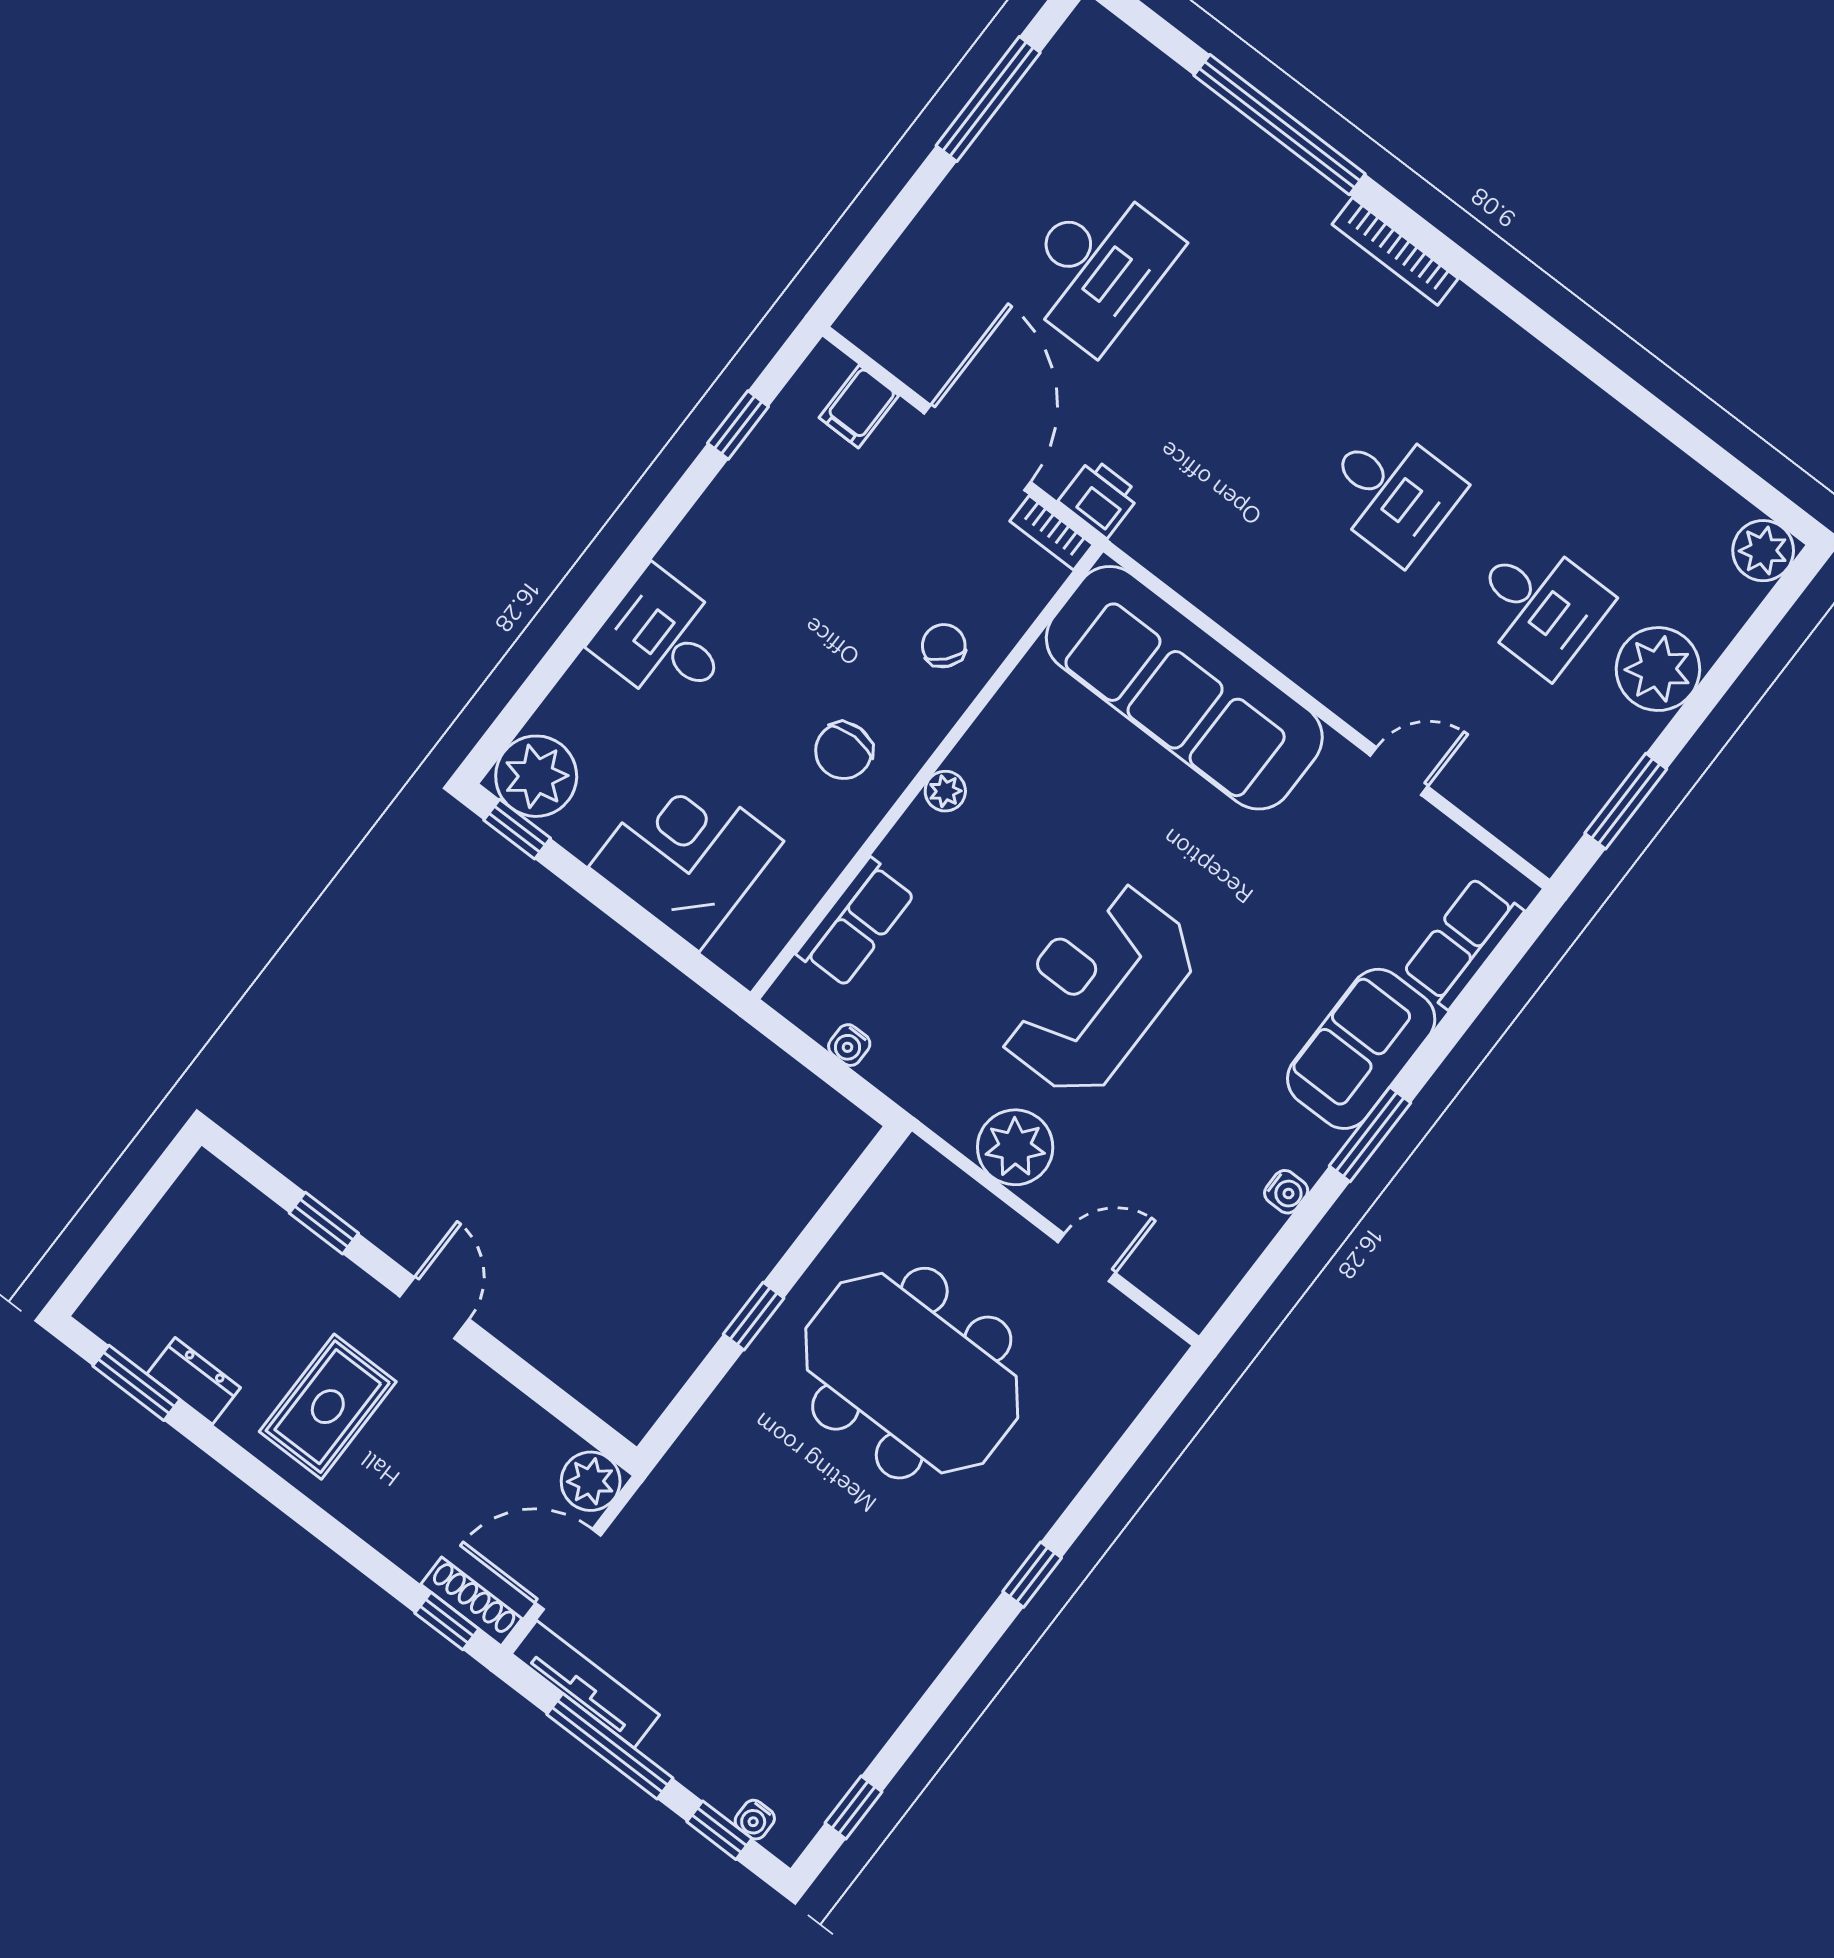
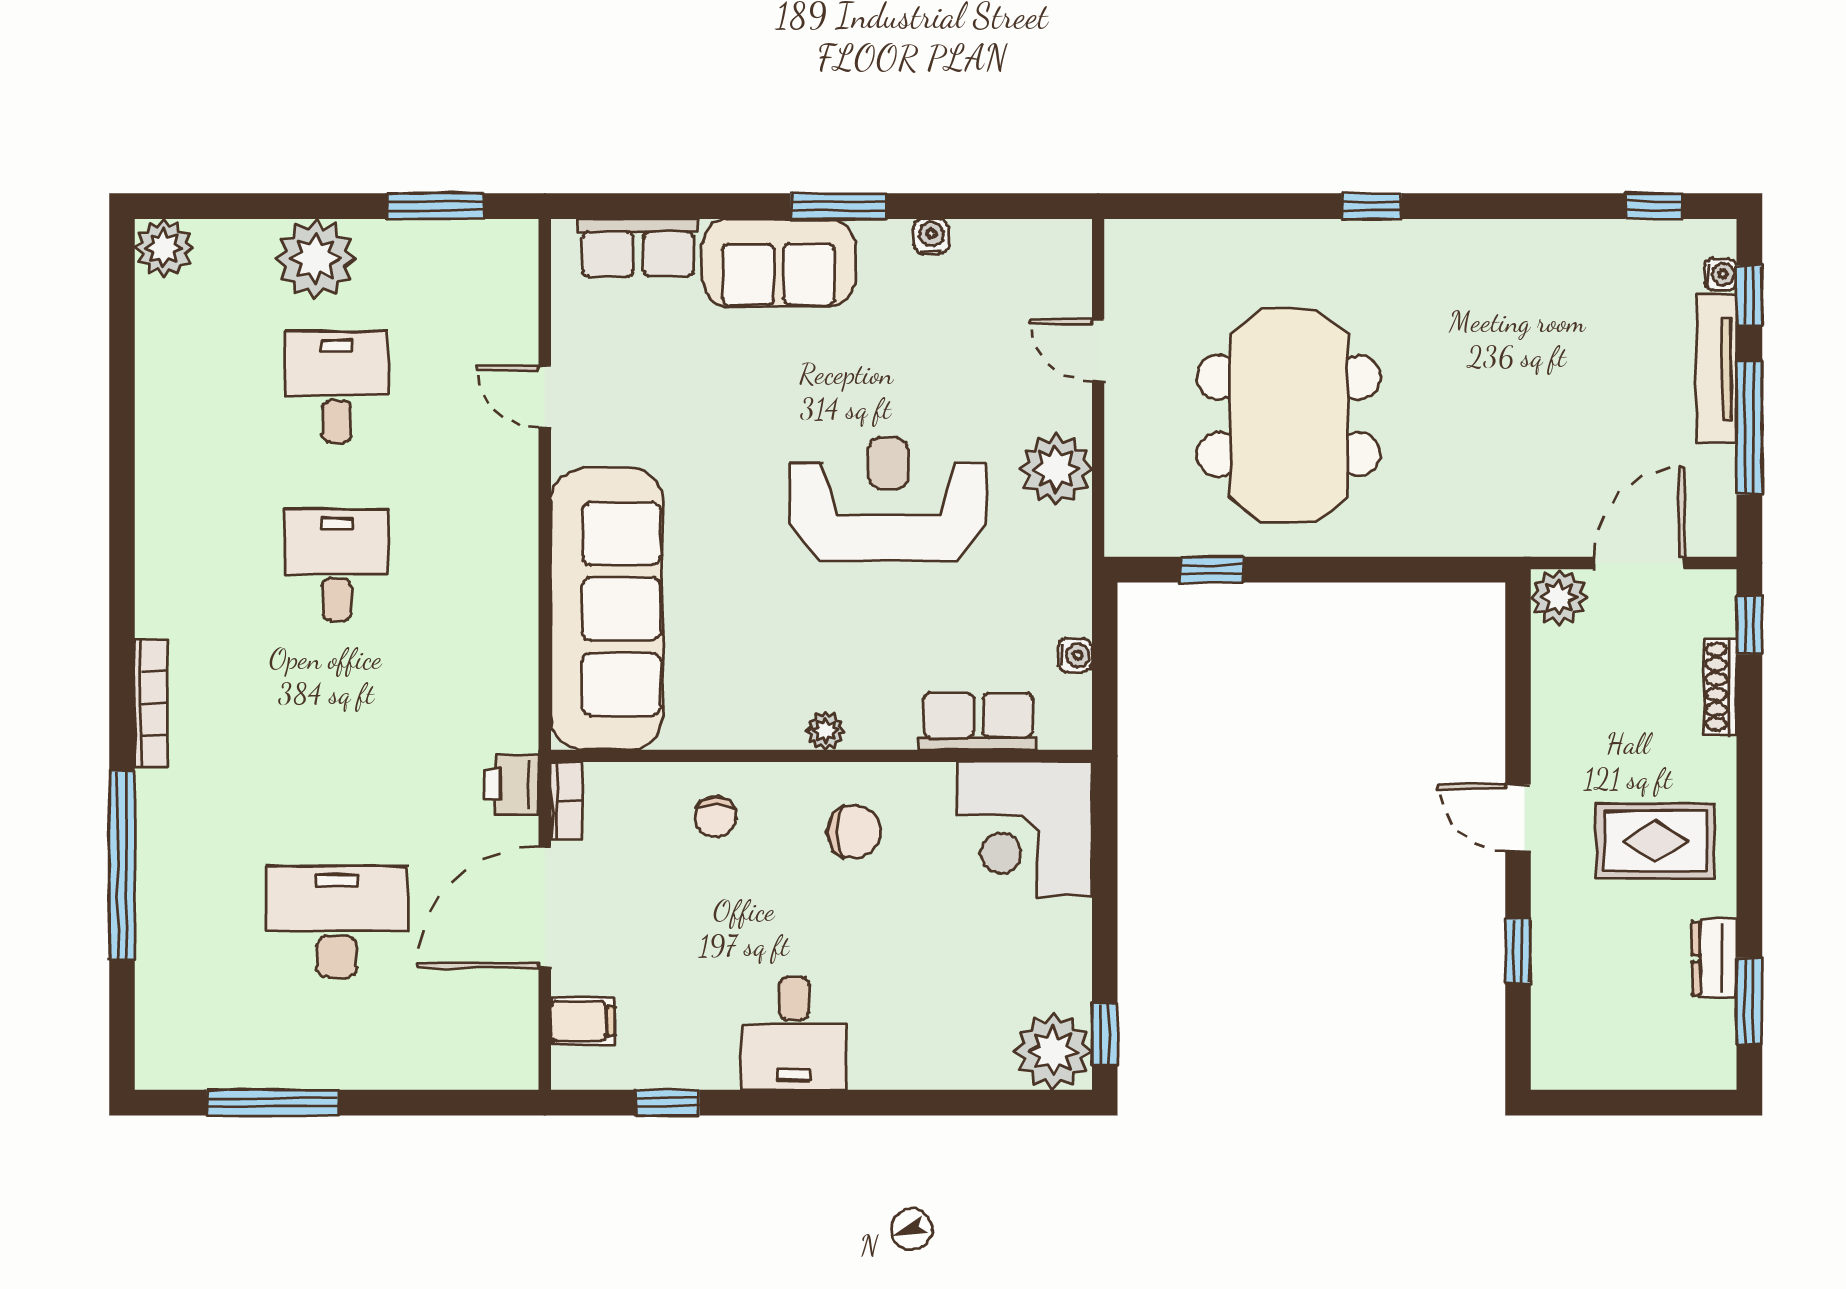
desk: (664, 640) -> (794, 1033), moved
chair: (944, 646) -> (715, 817), turned -41
corner desk: (686, 854) -> (1025, 829), moved
reception desk: (1096, 989) -> (888, 500), turned 180
door: (434, 1308) -> (1518, 818), hinge flipped
window: (754, 1316) -> (1212, 570), moved
door: (568, 1569) -> (1639, 563), swing flipped
shoe rack: (471, 1602) -> (1720, 687), moved
tv unit: (585, 1684) -> (1717, 369), moved

